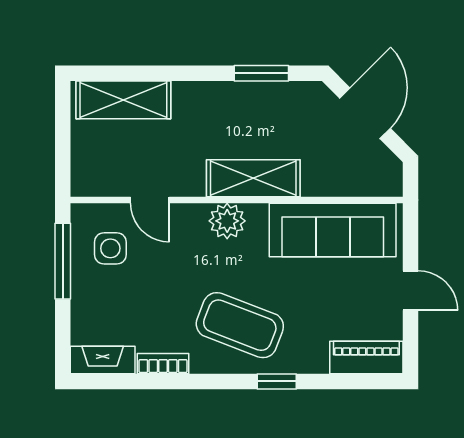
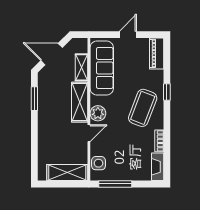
shelving: (123, 100) -> (67, 173), moved, turned 90
shelving: (334, 183) -> (81, 67), added
door: (150, 200) -> (89, 133), moved
side table: (110, 248) -> (98, 163), moved

